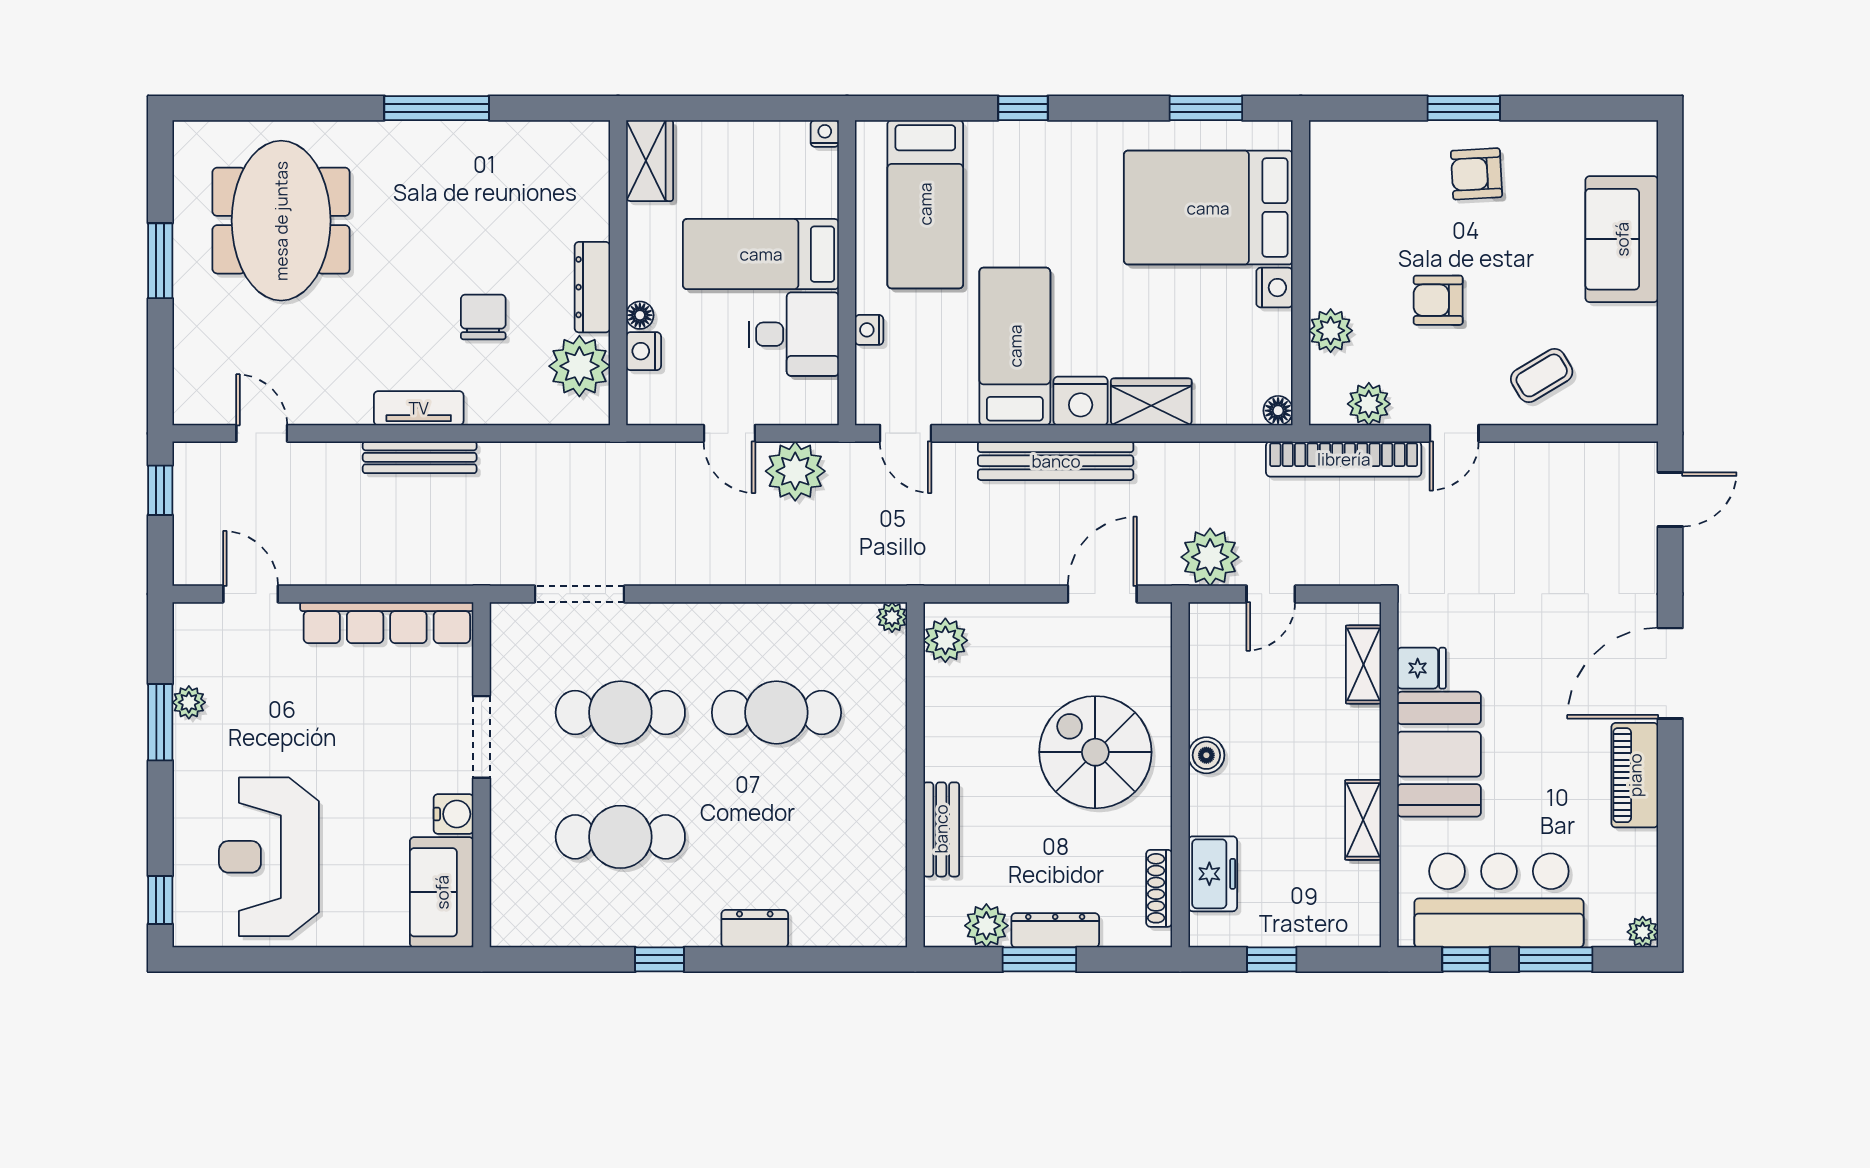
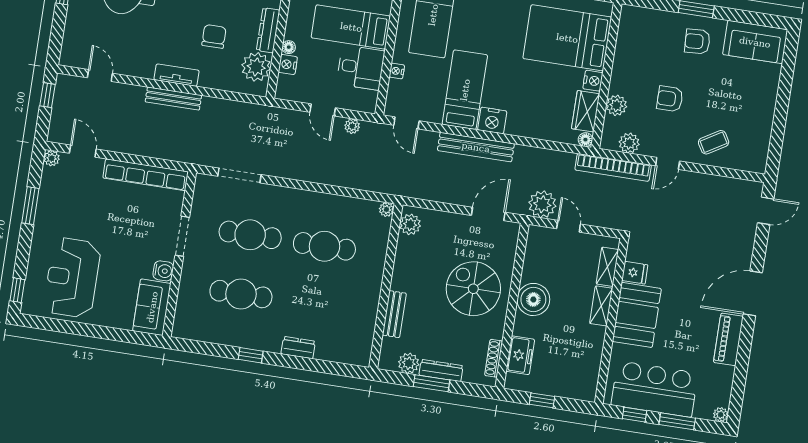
sofa: (1622, 239) -> (755, 42), moved, turned -90
wardrobe: (1151, 402) -> (586, 111), moved, turned -90
plant: (795, 471) -> (352, 126), width x0.53, depth x0.53
door: (1271, 594) -> (569, 226), swing flipped
plant: (189, 702) -> (52, 158), moved
boiler: (1206, 755) -> (533, 299), width x1.86, depth x1.86
shelving: (1363, 820) -> (601, 306), moved

